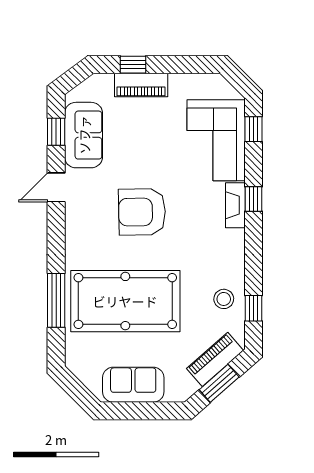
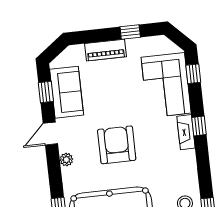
window: (133, 65) -> (130, 32), moved
armchair: (142, 212) -> (117, 145), turned 91
plant: (73, 224) -> (66, 160), added

